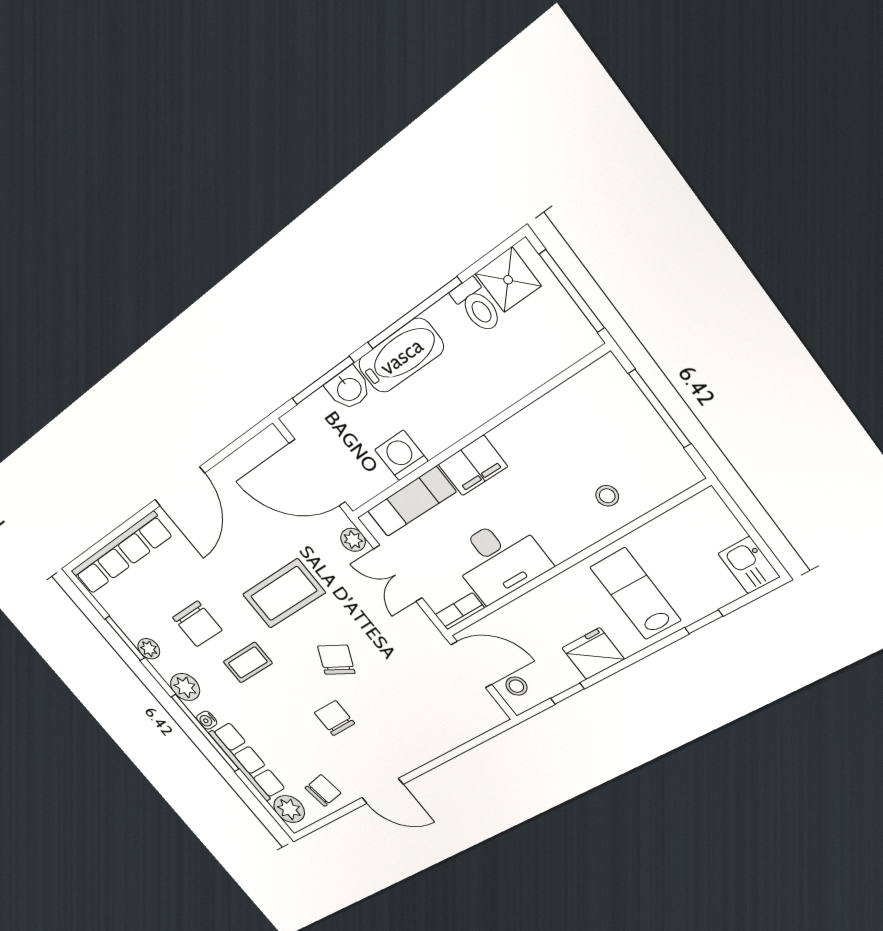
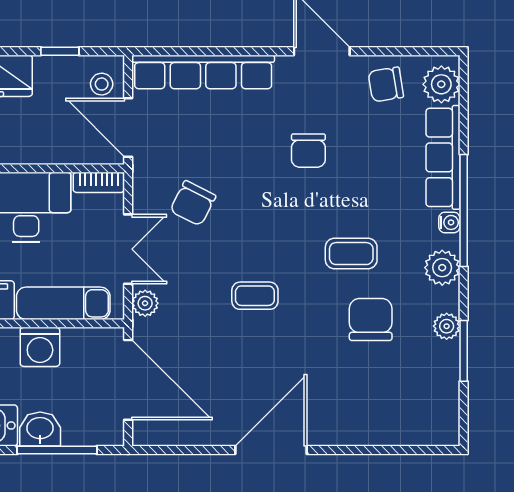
row of seats: (121, 553) -> (203, 72), moved, turned 180
coffee table: (284, 594) -> (255, 296), width x0.54, depth x0.58
chair: (336, 660) -> (193, 203), moved

